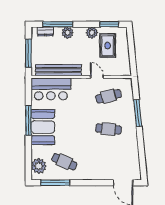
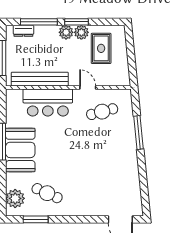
window: (109, 24) -> (77, 22), moved
plant: (68, 33) -> (66, 32), moved
bar counter: (51, 89) -> (48, 102), moved
cafe table: (108, 129) -> (102, 152), removed
window: (55, 183) -> (36, 219), width x0.69

